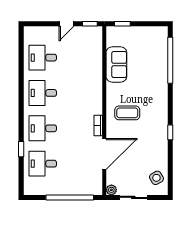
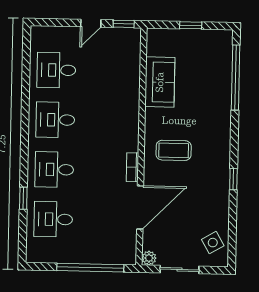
window: (122, 24) -> (191, 25), moved

